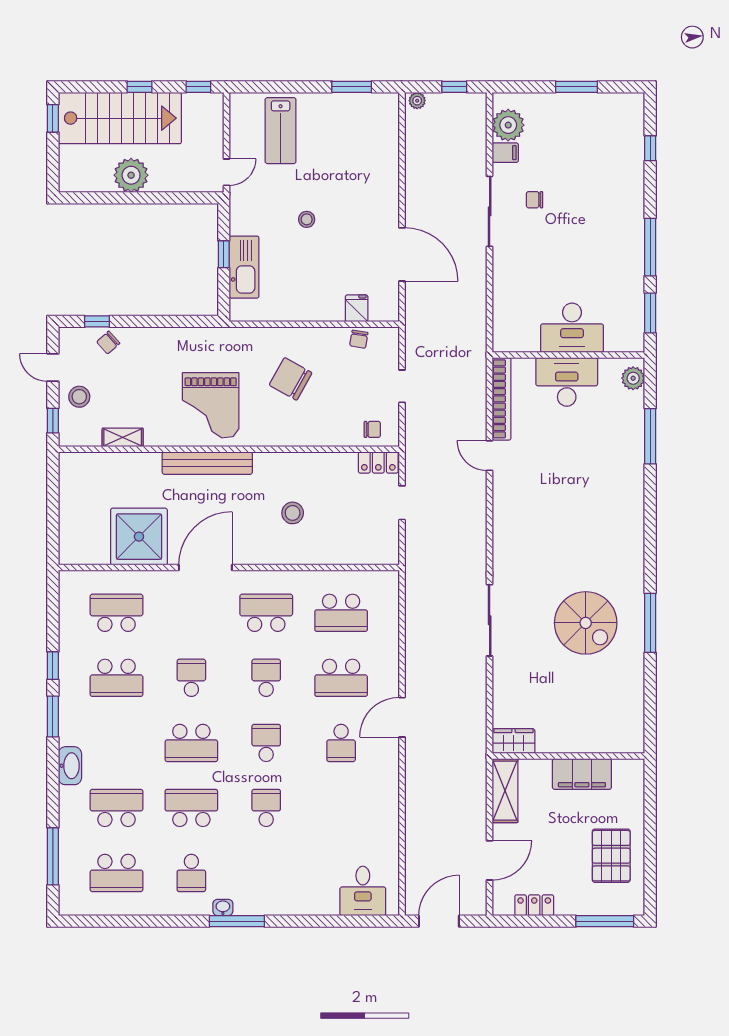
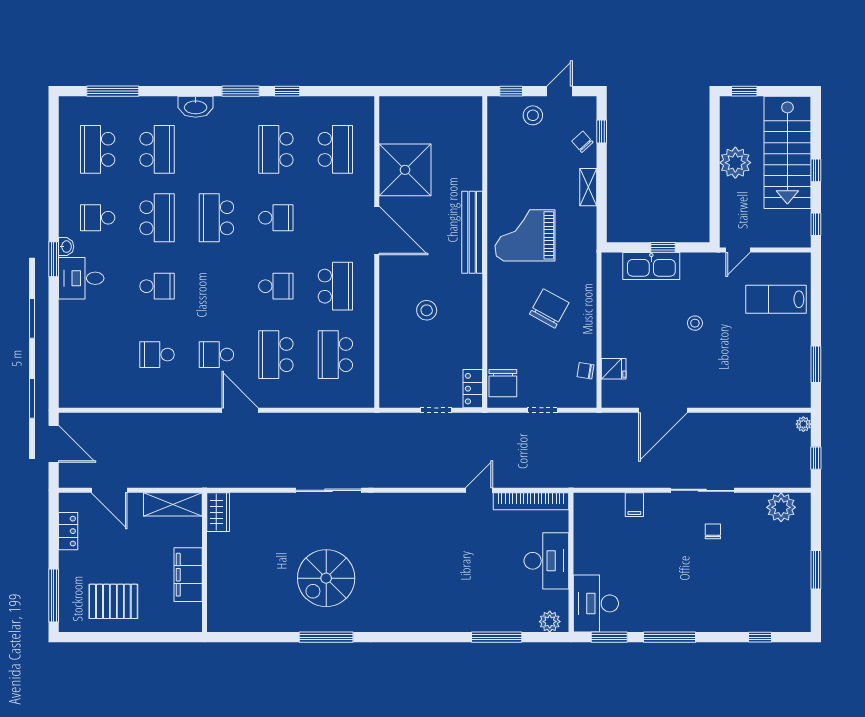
window: (53, 118) -> (744, 91), moved
filing cabinet: (505, 153) -> (634, 505), moved
door: (227, 172) -> (738, 250), hinge flipped
desk: (572, 328) -> (596, 603), moved
chair: (372, 429) -> (503, 383), width x1.87, depth x1.87
shelving: (123, 437) -> (588, 187), moved
school desk: (266, 743) -> (157, 355), moved, turned 180
desk: (363, 891) -> (81, 278), moved
window: (237, 921) -> (54, 259), width x0.69

